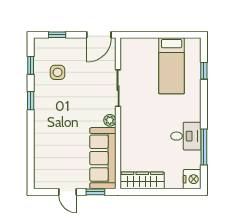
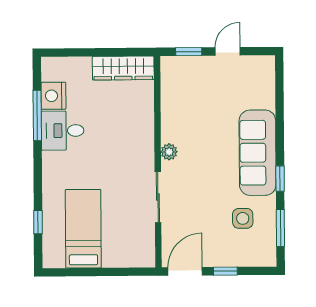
window: (57, 35) -> (225, 271), moved
window: (31, 65) -> (280, 228), width x1.50
sofa: (103, 158) -> (258, 153), moved, turned 180
nightstand: (192, 179) -> (53, 96), moved
door: (68, 192) -> (228, 51), hinge flipped

